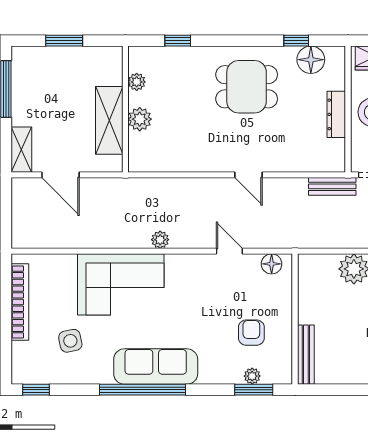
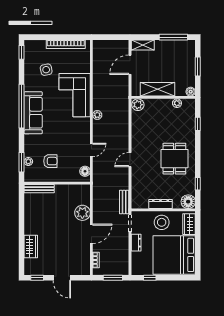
boiler: (114, 55) -> (191, 92), added
floor lamp: (311, 60) -> (188, 202), moved
plant: (140, 119) -> (138, 105), moved

